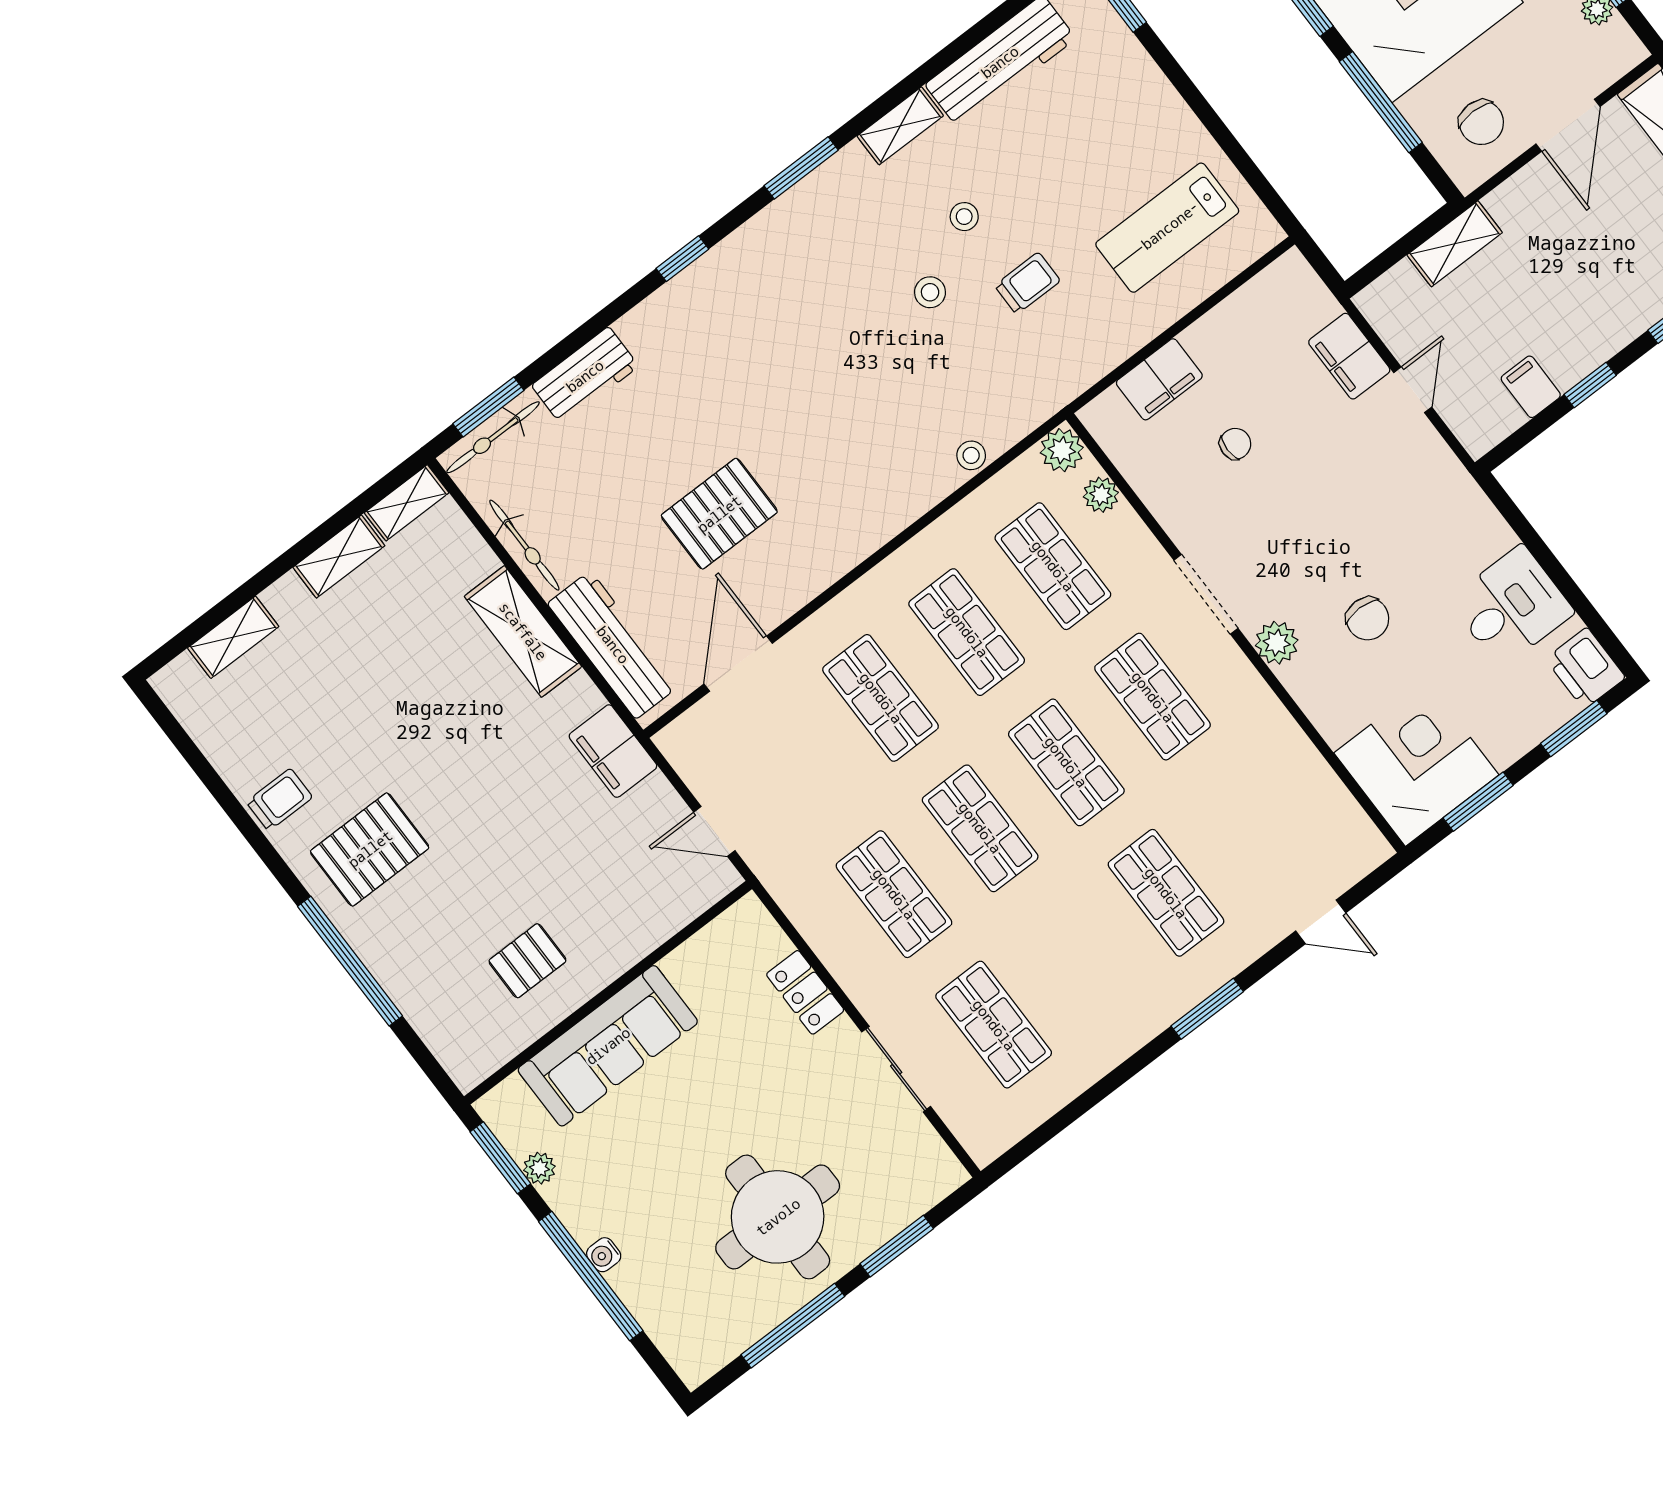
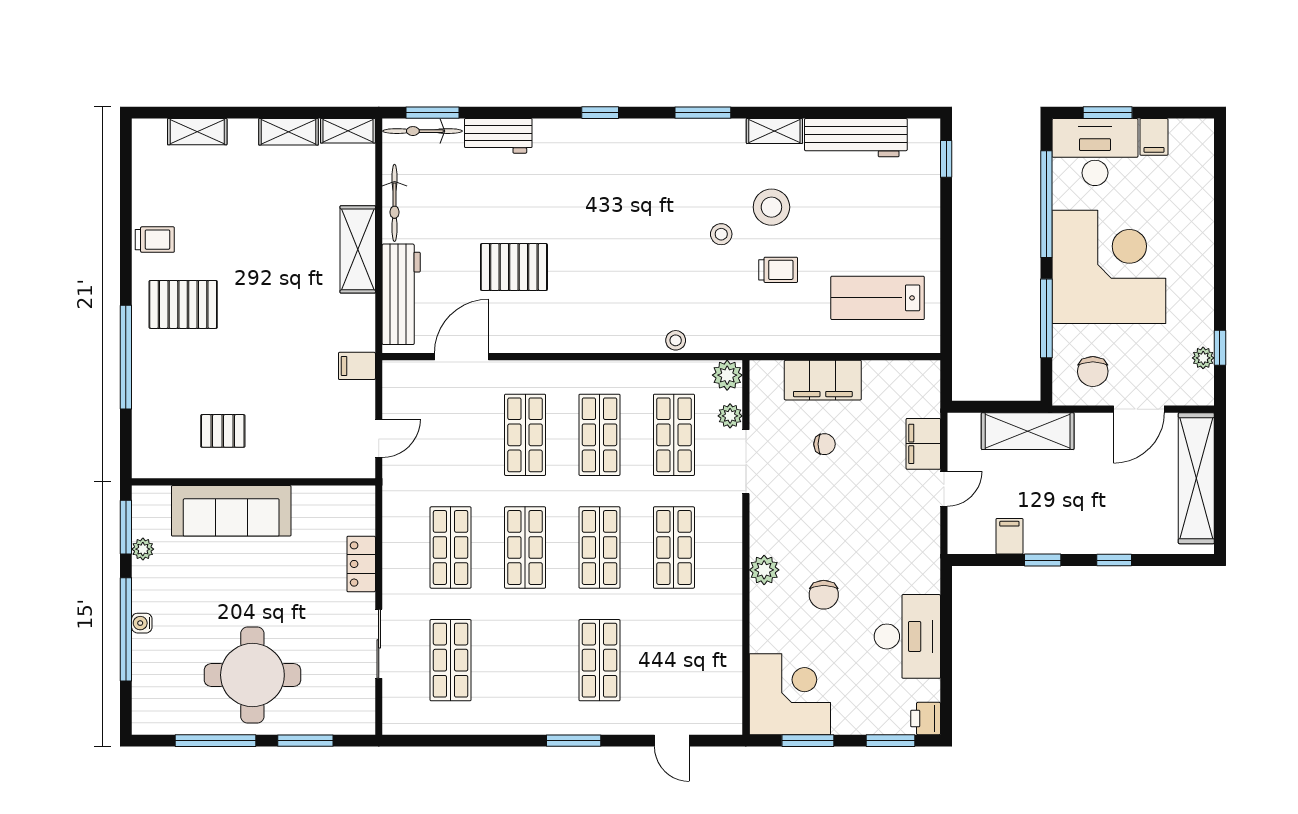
stool: (964, 217) -> (771, 207), width x1.89, depth x1.89
shelving: (1455, 244) -> (1028, 431), width x1.50, depth x1.33
filing cabinet: (1159, 379) -> (823, 380), width x1.50, depth x1.17
doorway: (1206, 594) -> (746, 462), moved
desk: (1511, 606) -> (907, 636), width x1.37
printer: (1586, 668) -> (926, 719), width x0.73, depth x0.81
filing cabinet: (613, 751) -> (357, 366), width x0.50
door: (714, 831) -> (379, 438), swing flipped

